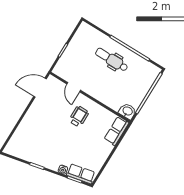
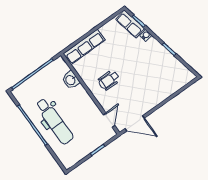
dental chair: (112, 60) -> (54, 121), width x1.36, depth x1.38
door: (74, 87) -> (109, 120), moved
washbasin: (127, 111) -> (71, 80), moved
row of seats: (116, 131) -> (84, 47), width x1.48

